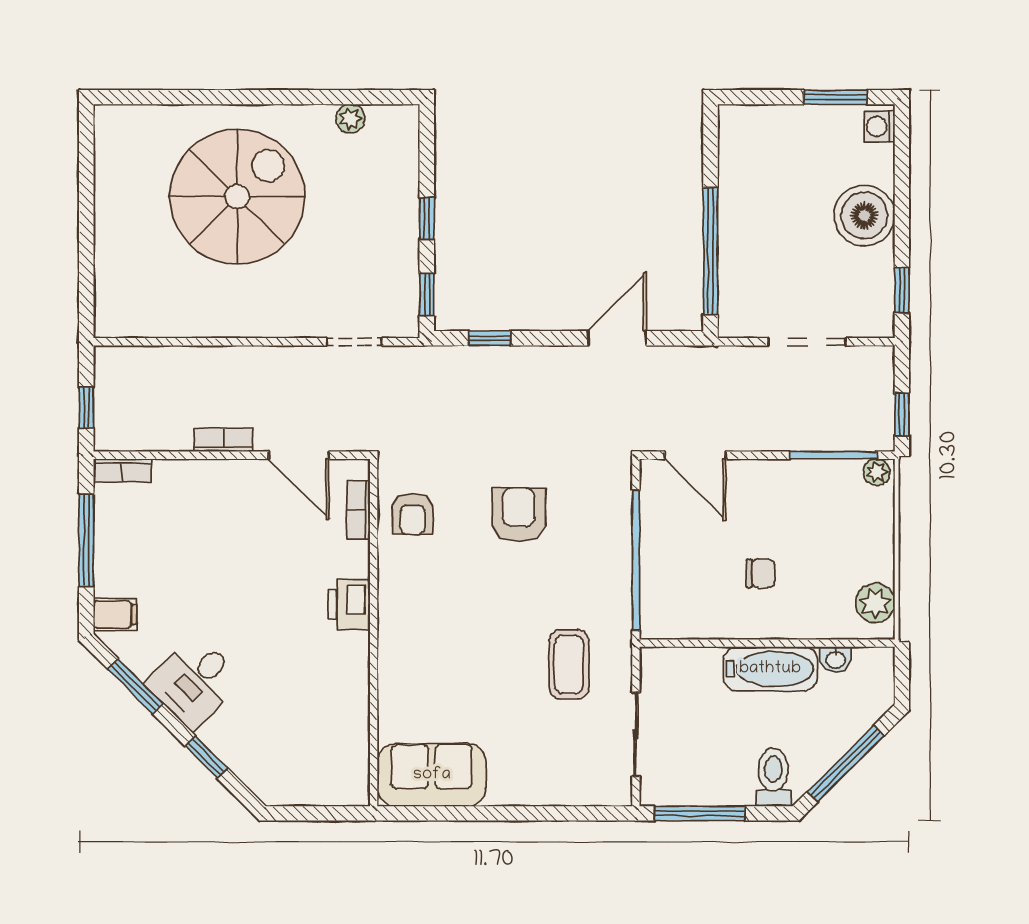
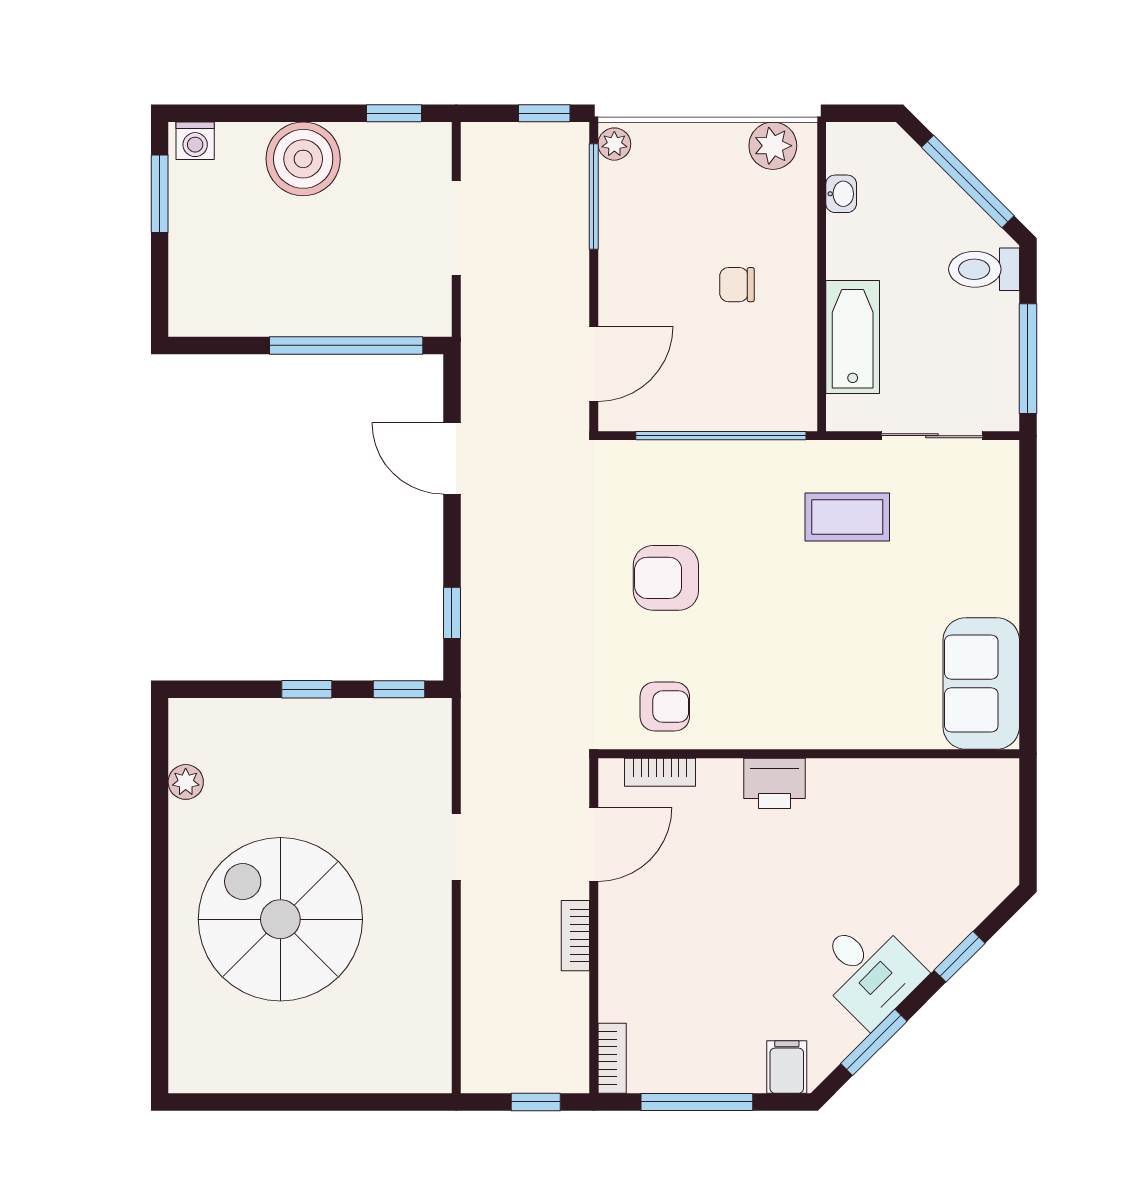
doorway: (354, 342) -> (456, 847), moved
chair: (761, 573) -> (737, 285), turned -90
bathtub: (770, 669) -> (853, 337), moved

